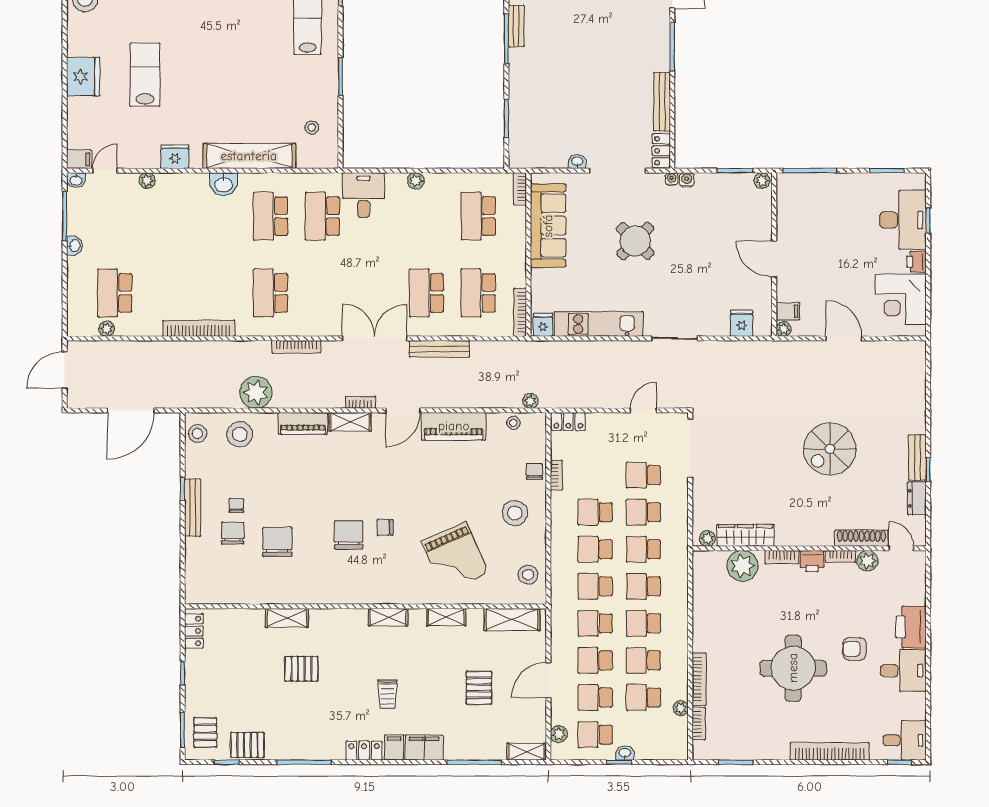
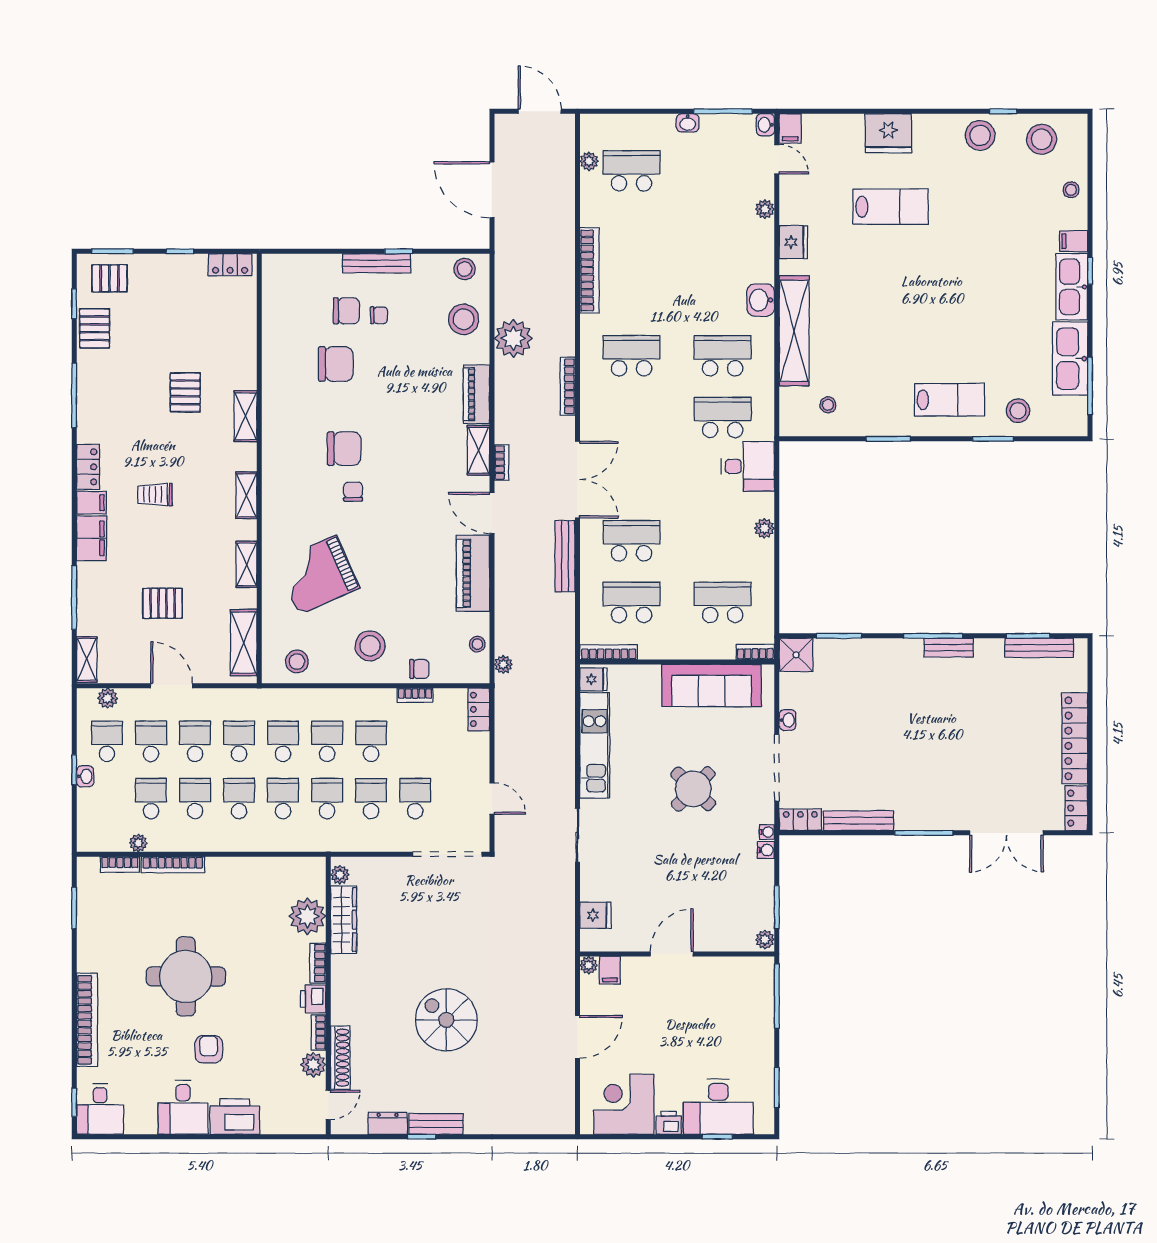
shower: (522, 154) -> (796, 655), added
shelving: (287, 618) -> (246, 416), moved

